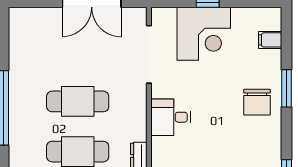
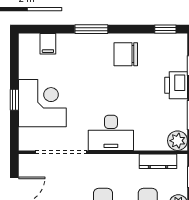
chair: (257, 102) -> (126, 54), moved, turned 180
desk: (171, 117) -> (111, 133), width x1.37

